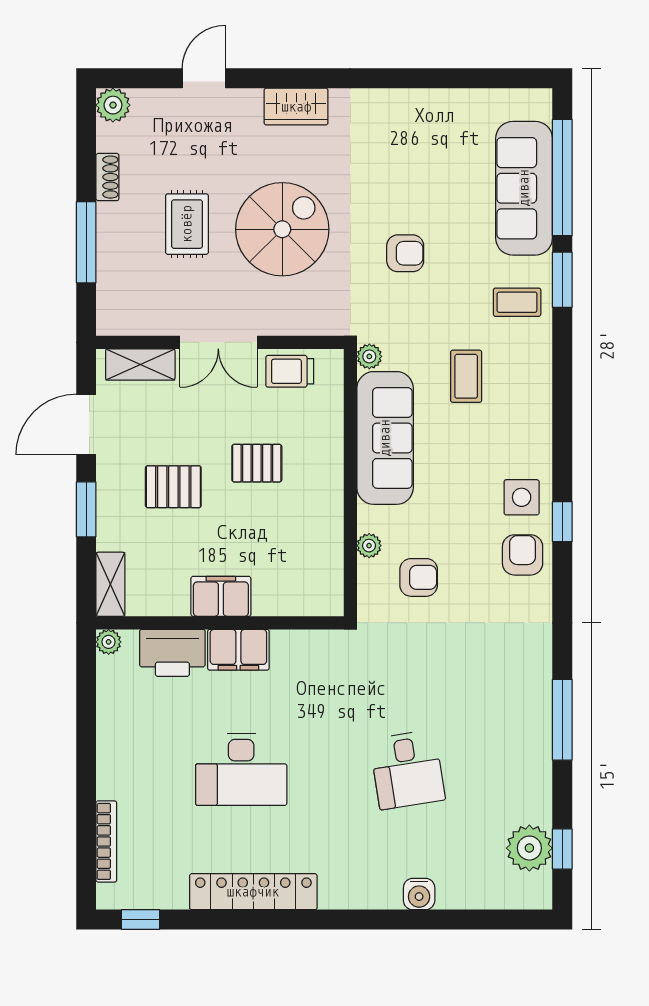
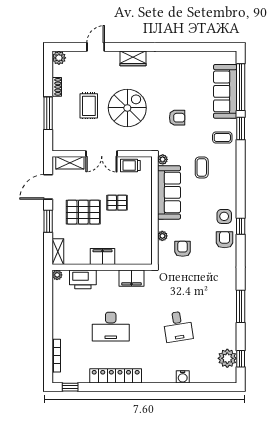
pallet: (173, 487) -> (83, 212), width x1.50, depth x1.42
armchair: (419, 577) -> (183, 249), turned -90
filing cabinet: (238, 650) -> (132, 278), moved

